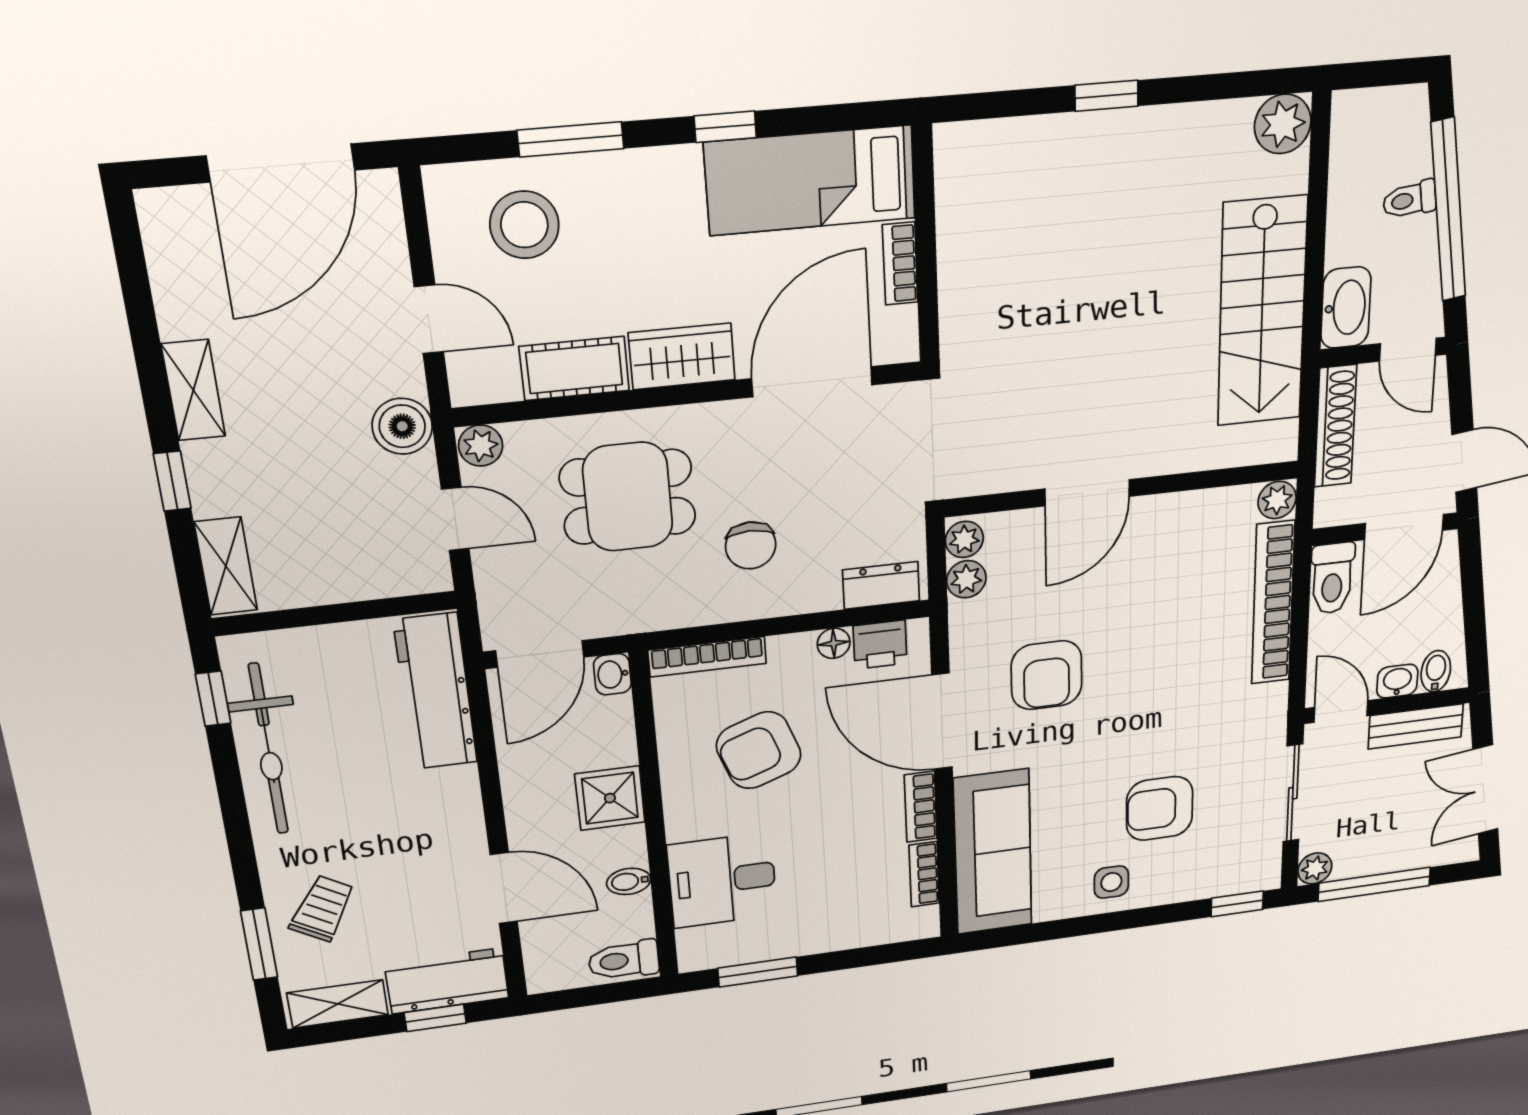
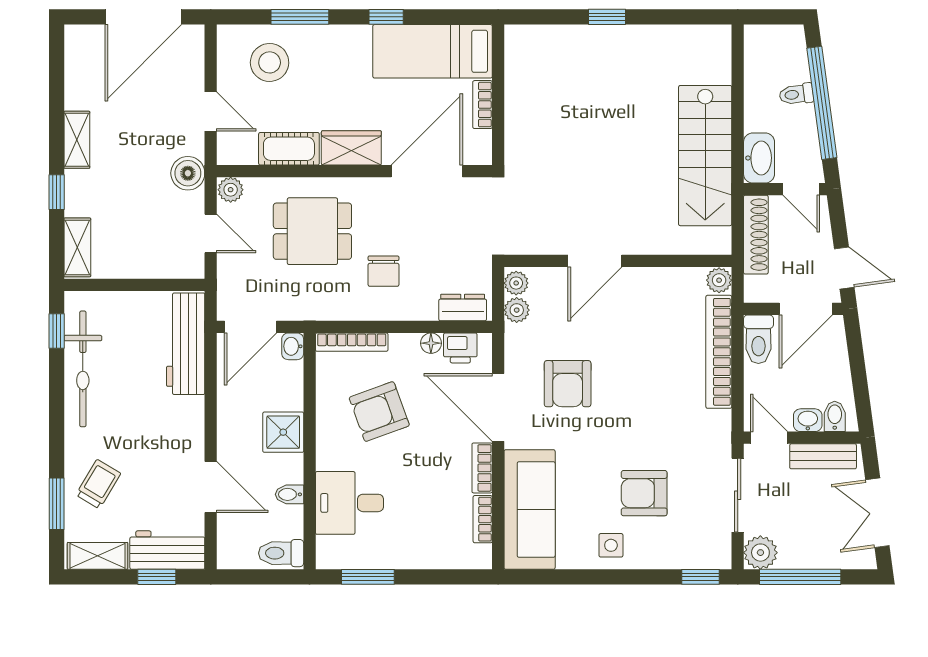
plant: (1283, 124) -> (714, 42), removed
plant: (1315, 868) -> (760, 553), width x1.38, depth x1.38

